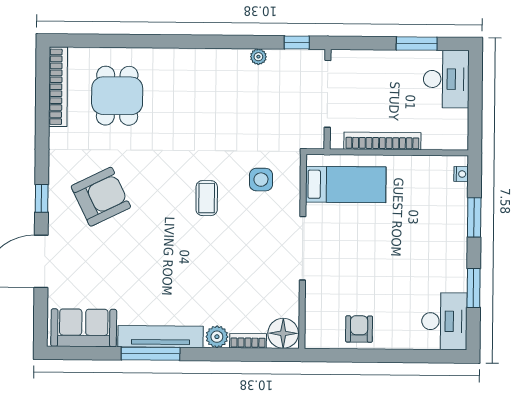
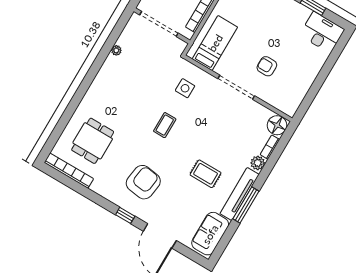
window: (297, 42) -> (121, 25), removed
dining table: (117, 96) -> (93, 141), turned 90
armchair: (101, 197) -> (143, 182), turned 34
coffee table: (207, 198) -> (165, 125), moved, turned 90
rug: (161, 275) -> (206, 174), added
armchair: (359, 329) -> (267, 66), moved

